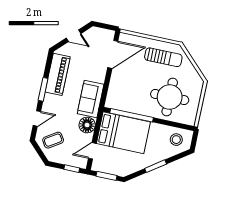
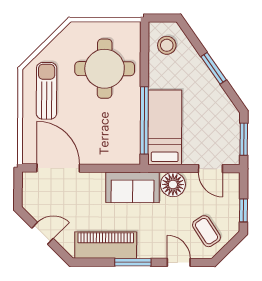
door: (73, 36) -> (43, 233), hinge flipped
bed: (123, 133) -> (165, 127), width x0.67
window: (72, 169) -> (244, 210), moved

